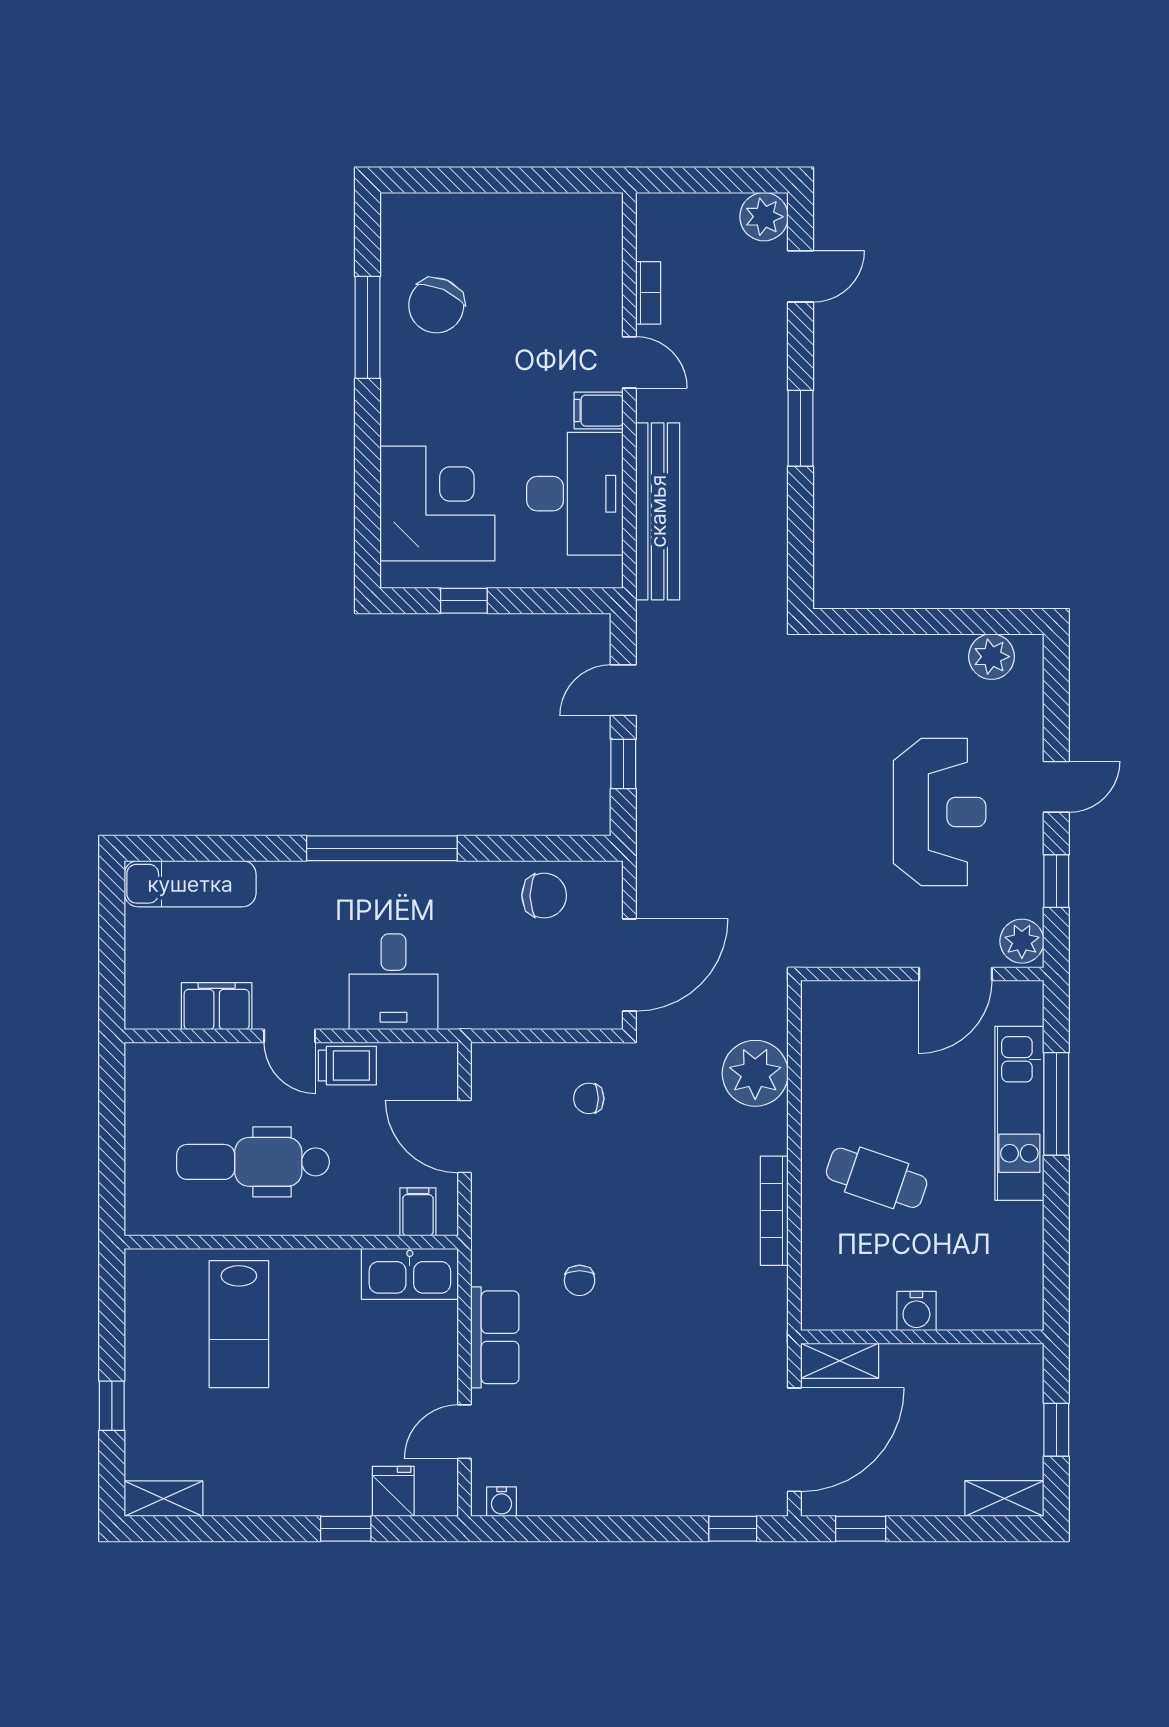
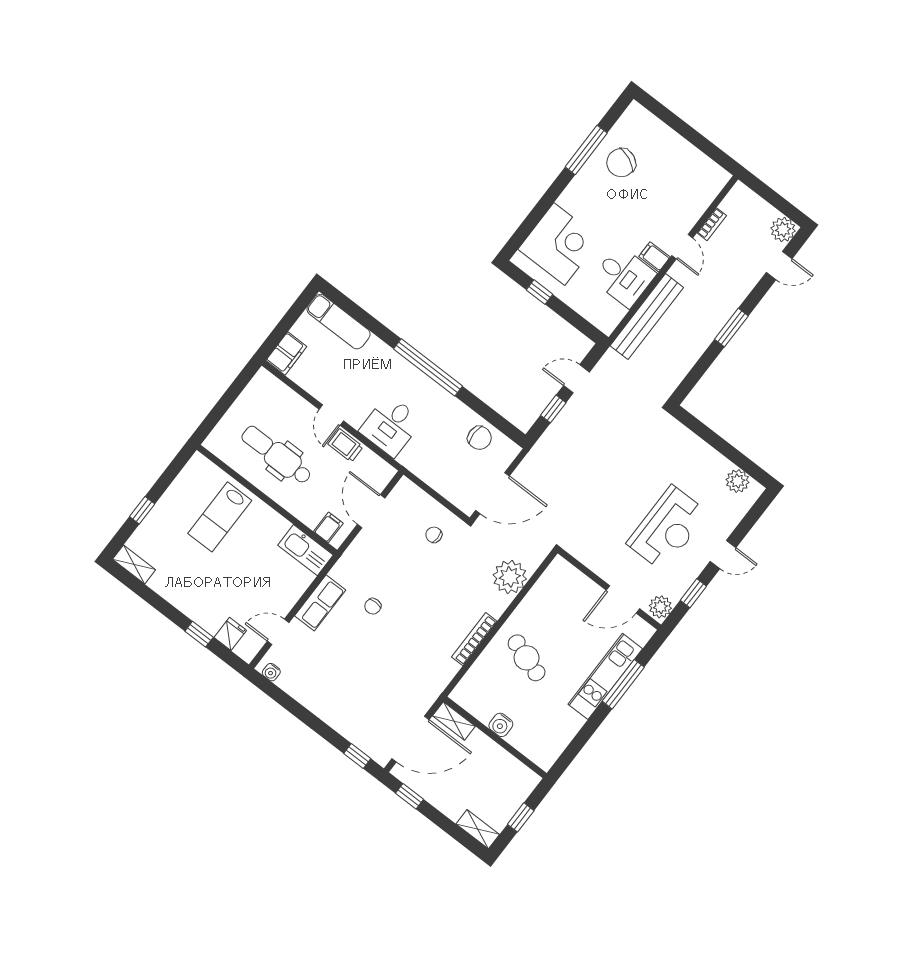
desk: (575, 494) -> (624, 276), width x0.73
filing cabinet: (217, 1006) -> (286, 353), moved, turned 90
trolley: (347, 1066) -> (345, 445), turned 180

